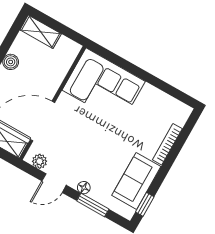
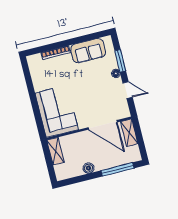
shelving: (41, 32) -> (56, 151), moved
plant: (40, 161) -> (124, 107), removed
window: (145, 204) -> (96, 36), removed

